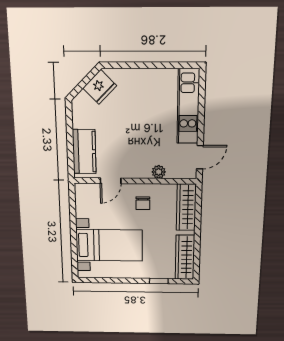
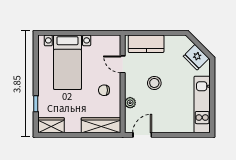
kitchen unit: (188, 106) -> (202, 104), moved, turned -90
stool: (134, 142) -> (154, 83), added
door: (200, 157) -> (142, 135), swing flipped
wardrobe: (185, 257) -> (51, 125), width x0.67

